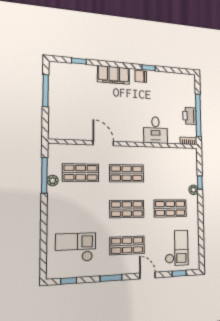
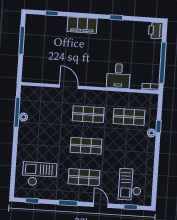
chair: (141, 76) -> (108, 26), removed
printer: (190, 116) -> (156, 30), moved
shop shelf: (81, 173) -> (47, 112), removed
shop shelf: (170, 208) -> (129, 117), moved
checkout: (177, 248) -> (130, 184), turned 180

